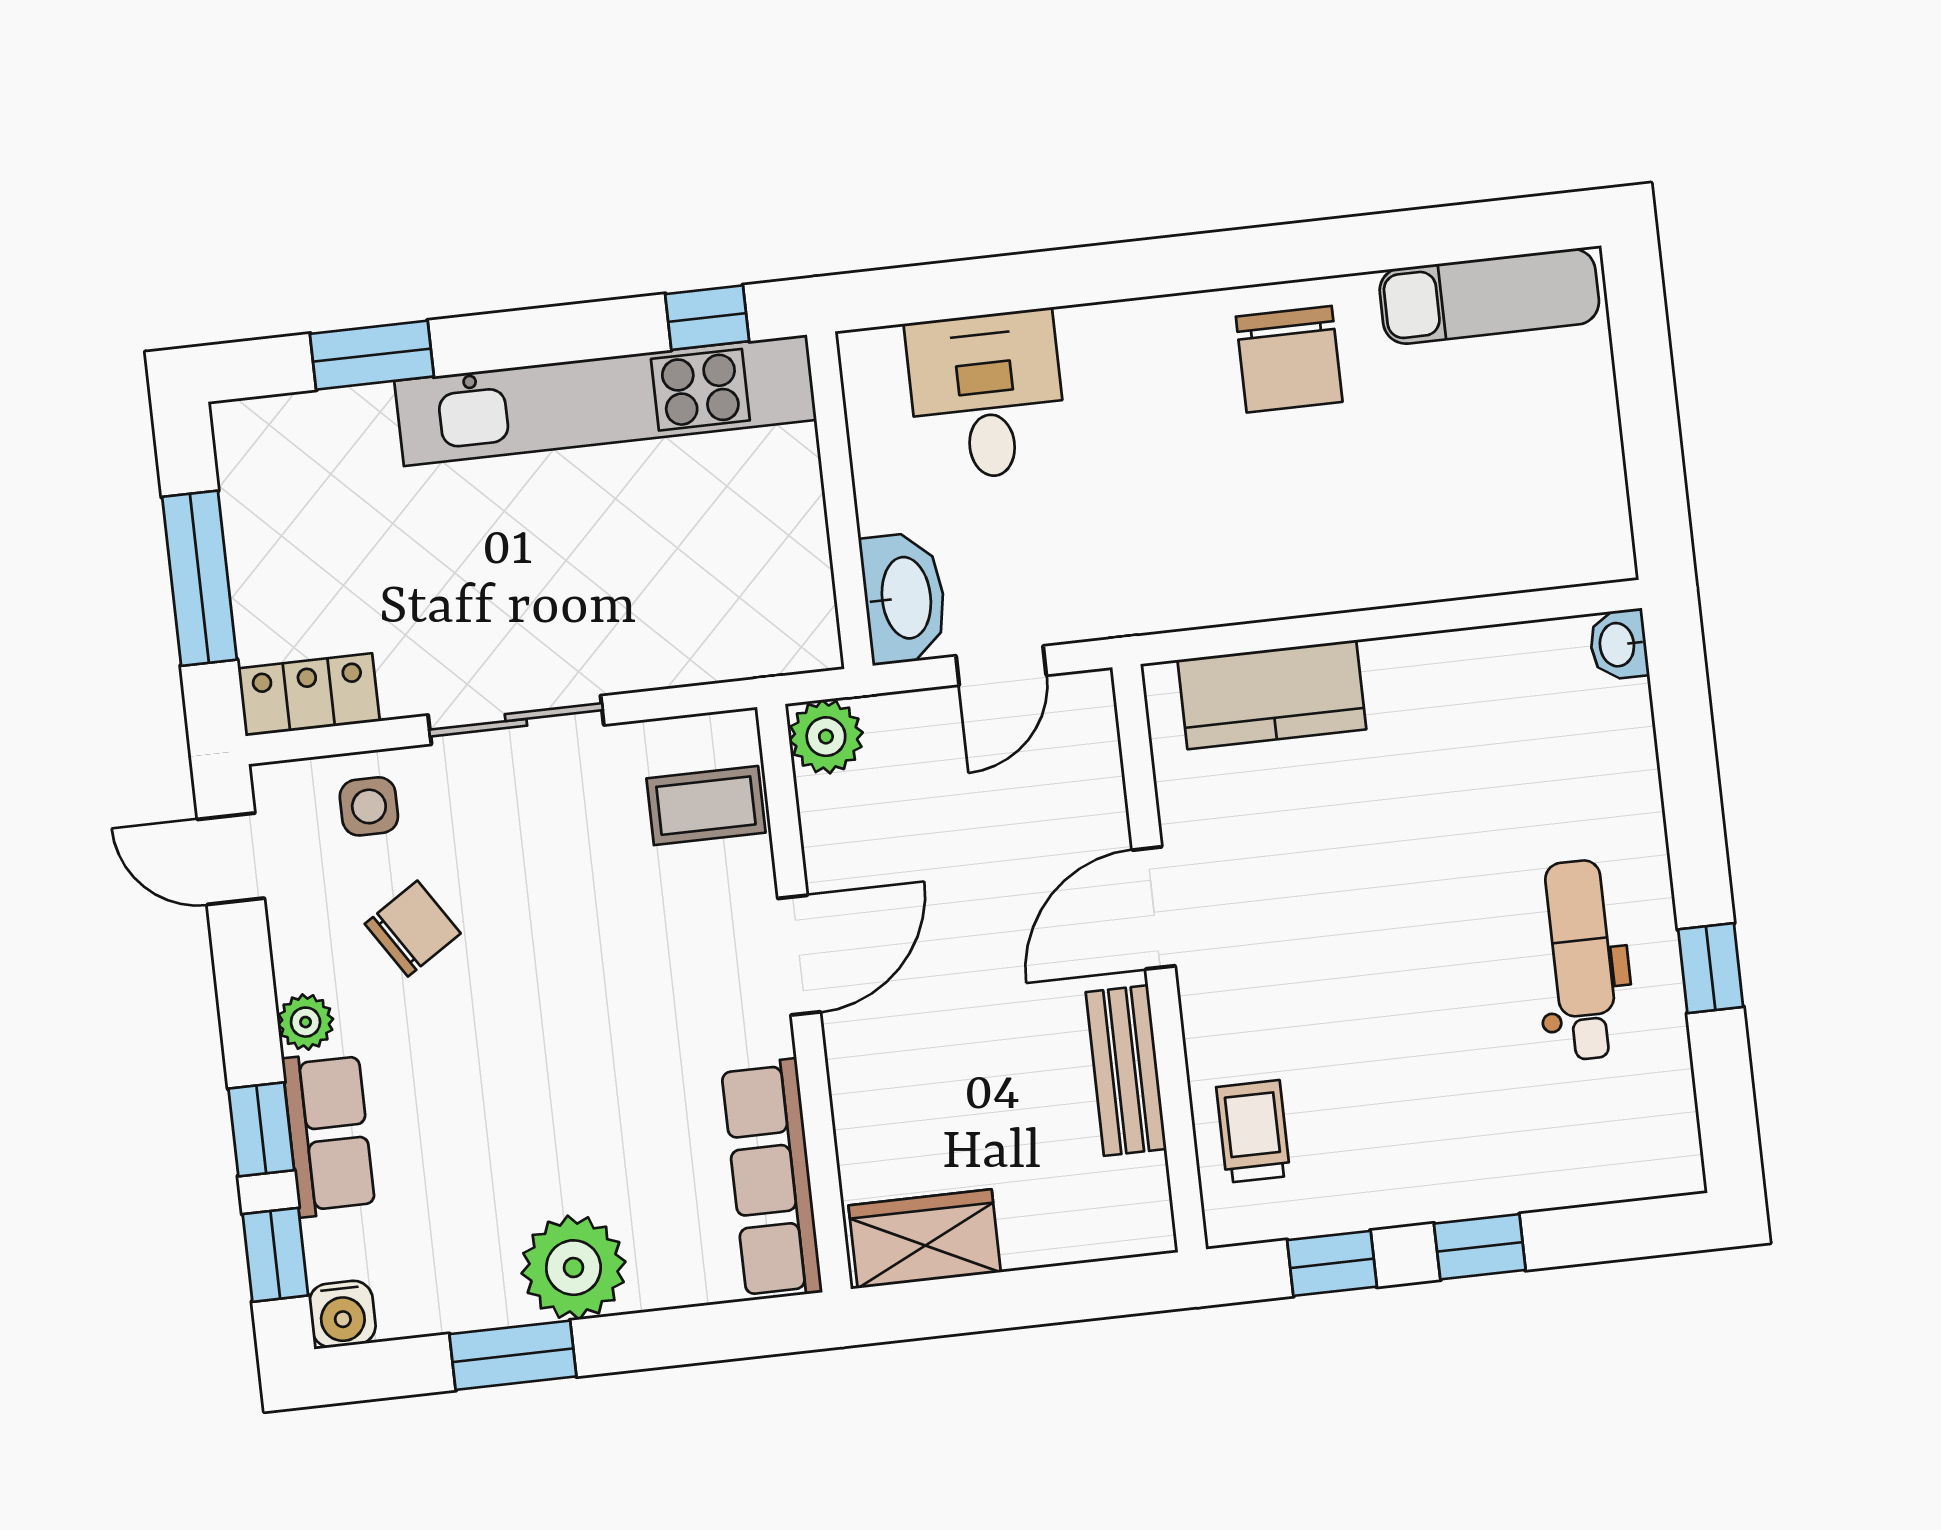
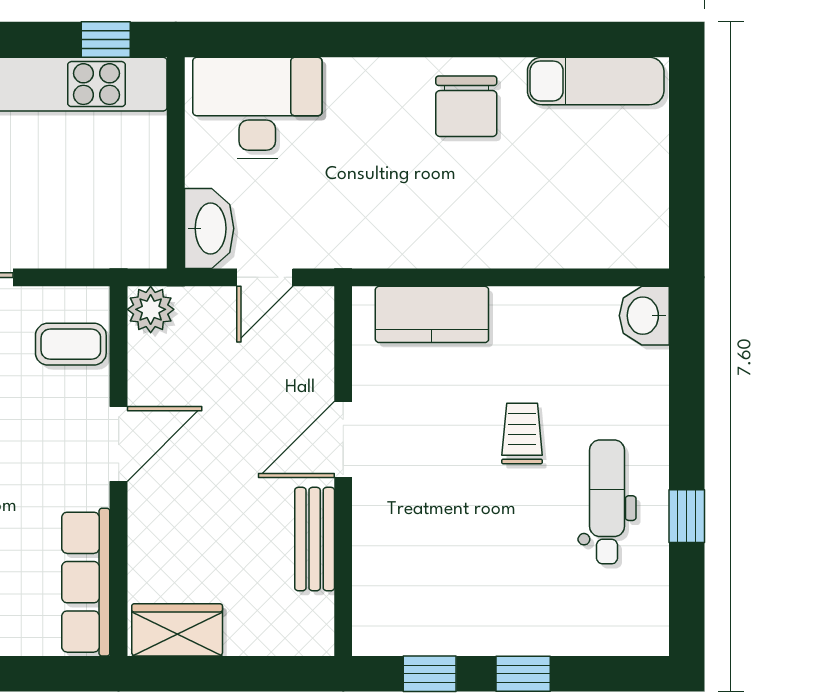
desk: (987, 396) -> (257, 108), width x1.37
washbasin: (1619, 644) -> (644, 316), width x1.38, depth x1.45
trolley: (1253, 1131) -> (522, 434), moved

